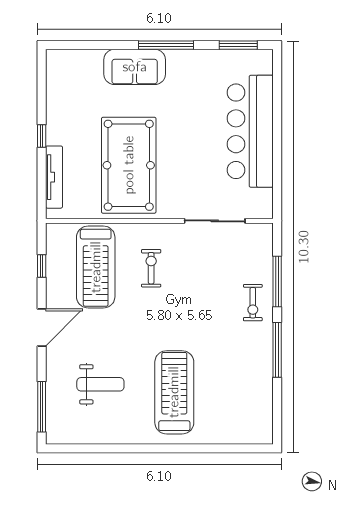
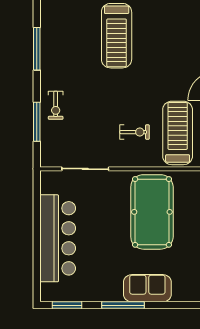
exercise bike: (151, 268) -> (135, 132), turned -90
exercise bike: (253, 303) -> (56, 105), turned 180
window: (277, 350) -> (37, 49), moved
weight bench: (100, 384) -> (174, 42), removed

